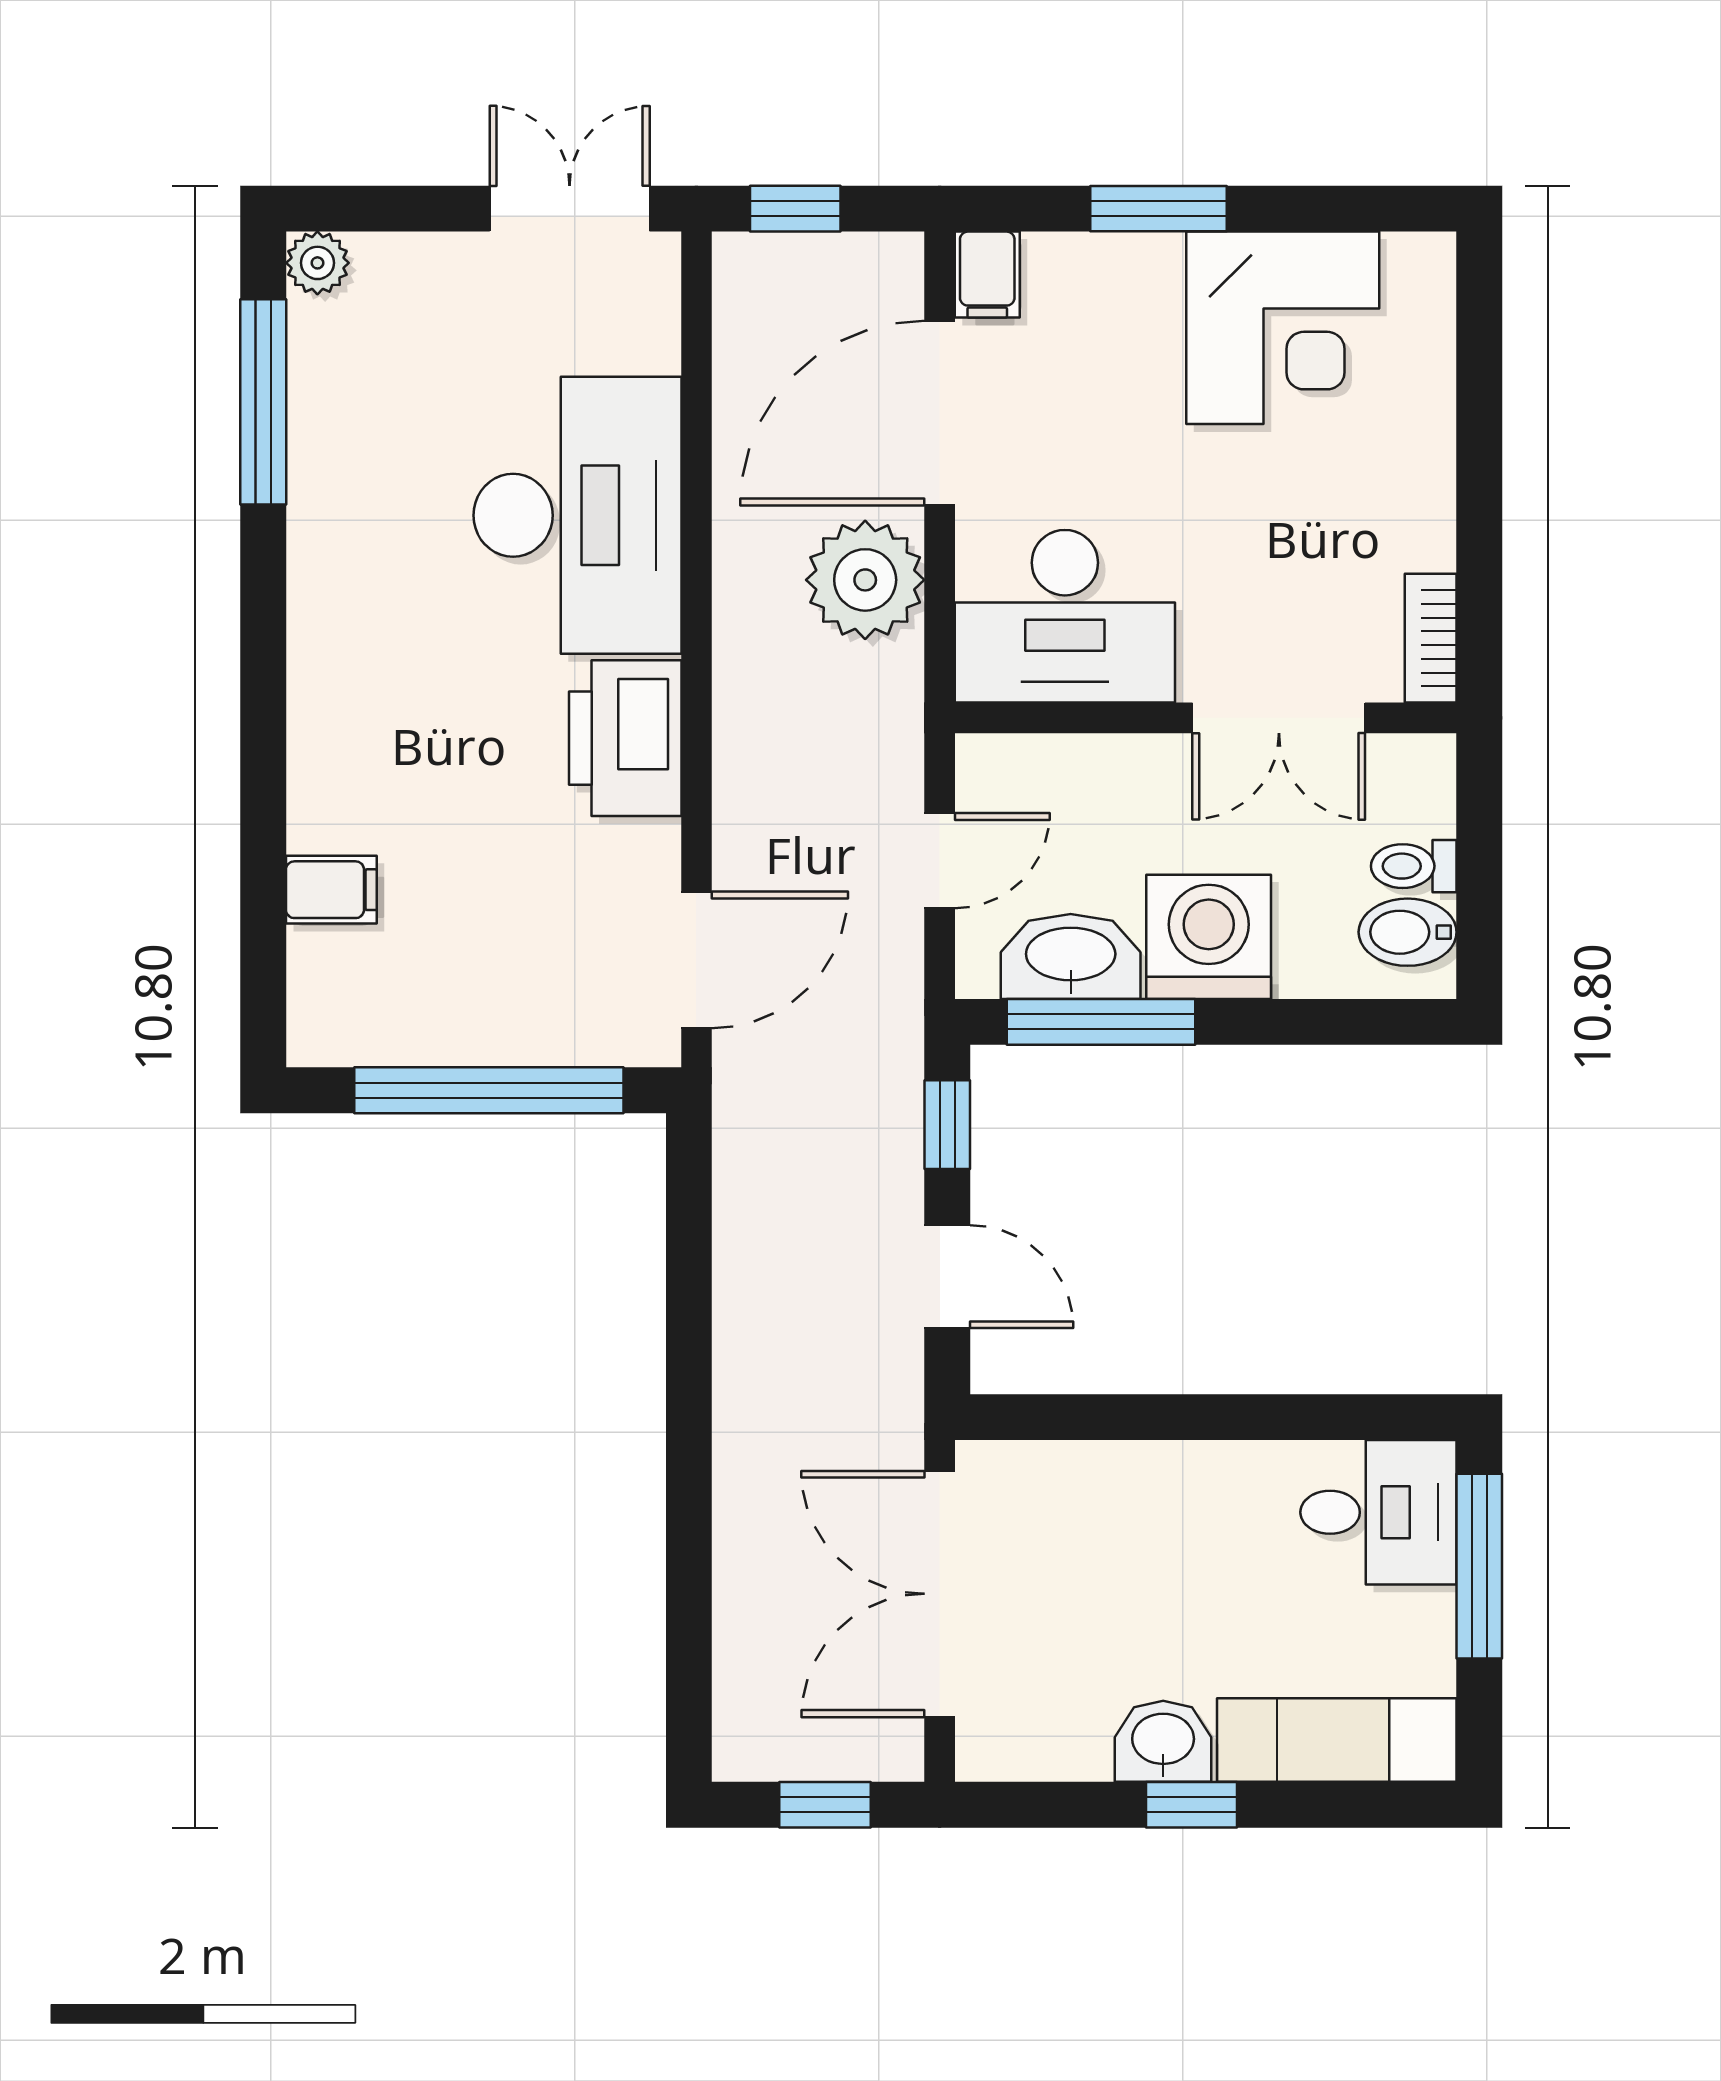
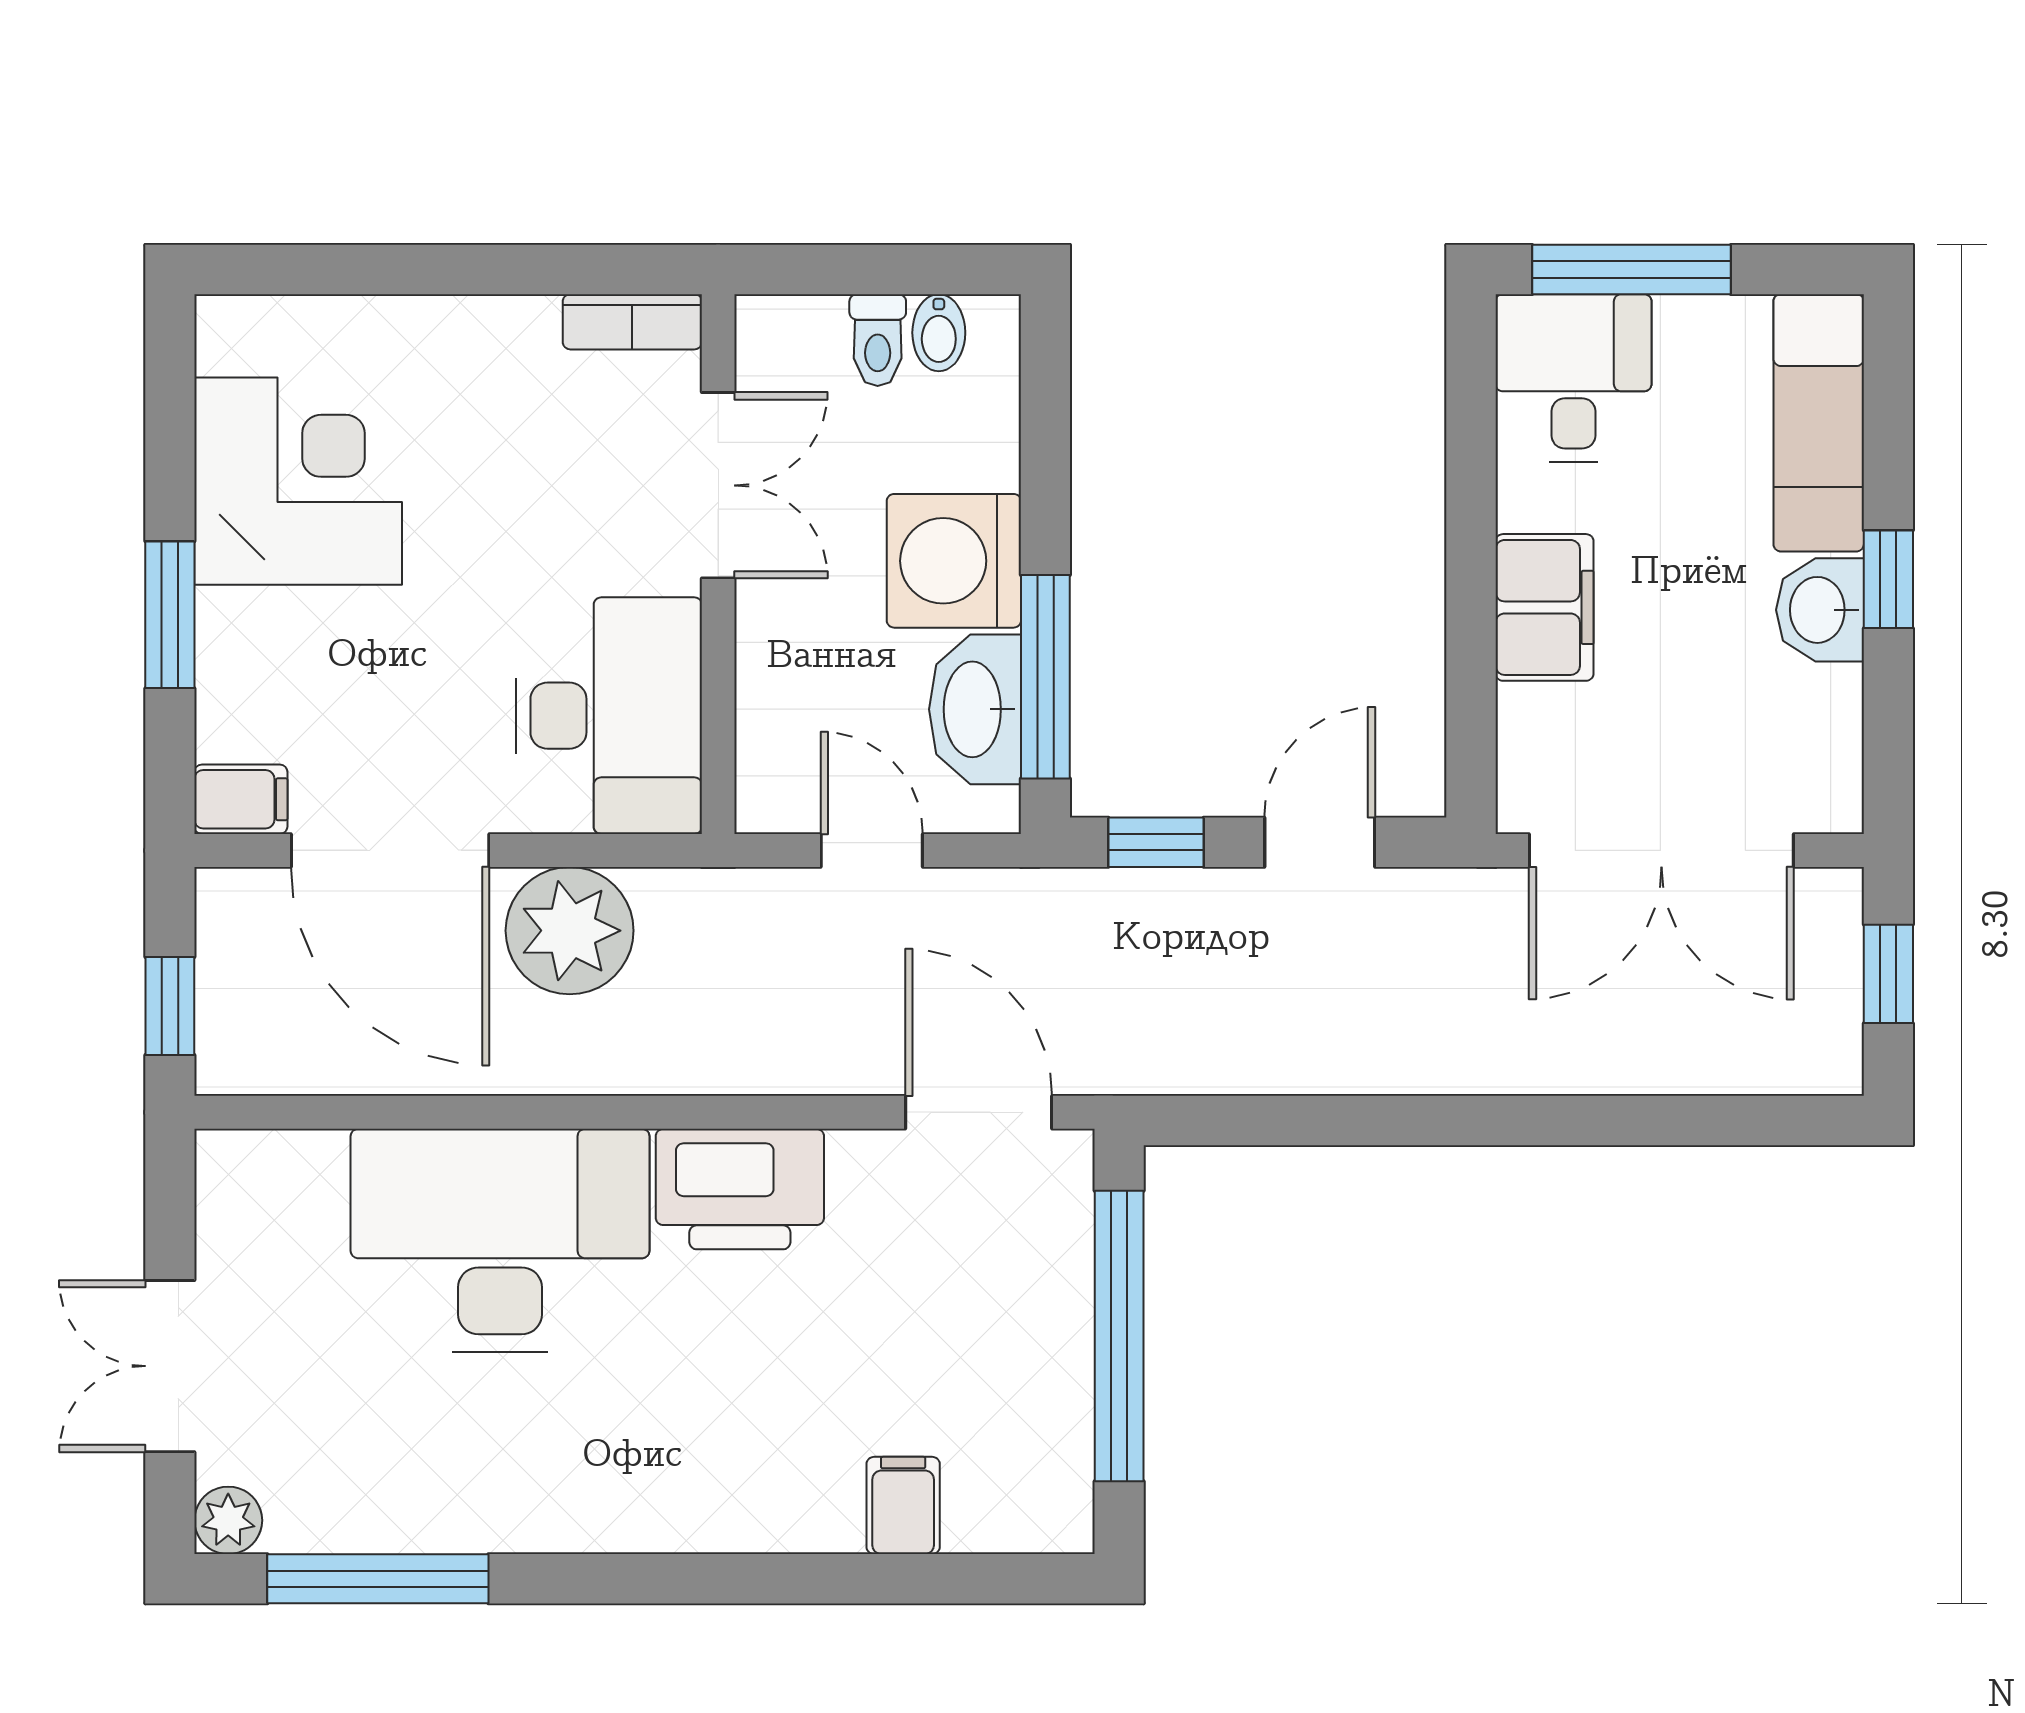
double door: (570, 209) -> (170, 1366), moved
bidet: (1408, 932) -> (939, 333), width x0.72, depth x0.74
filing cabinet: (1165, 1485) -> (1545, 607), added

